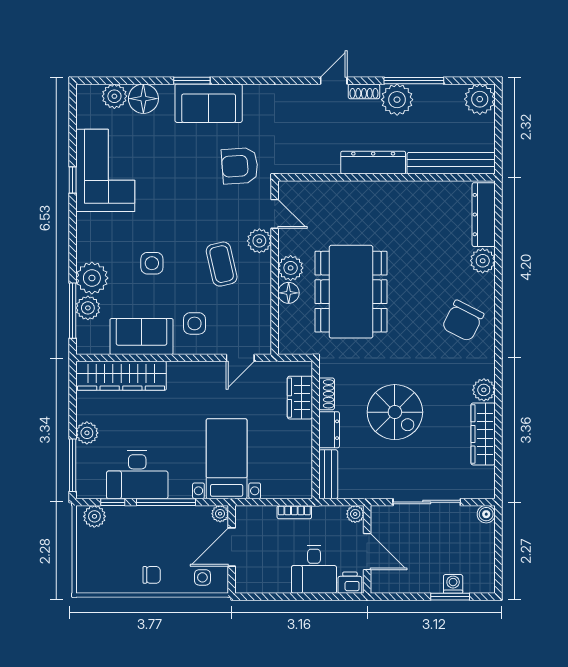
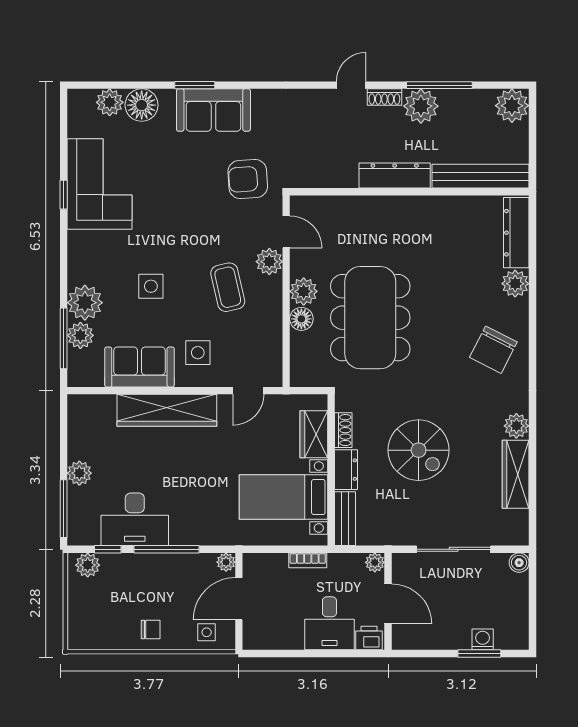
wardrobe: (121, 376) -> (167, 410), moved
bed with nightstands: (227, 459) -> (283, 497), moved, turned -90

